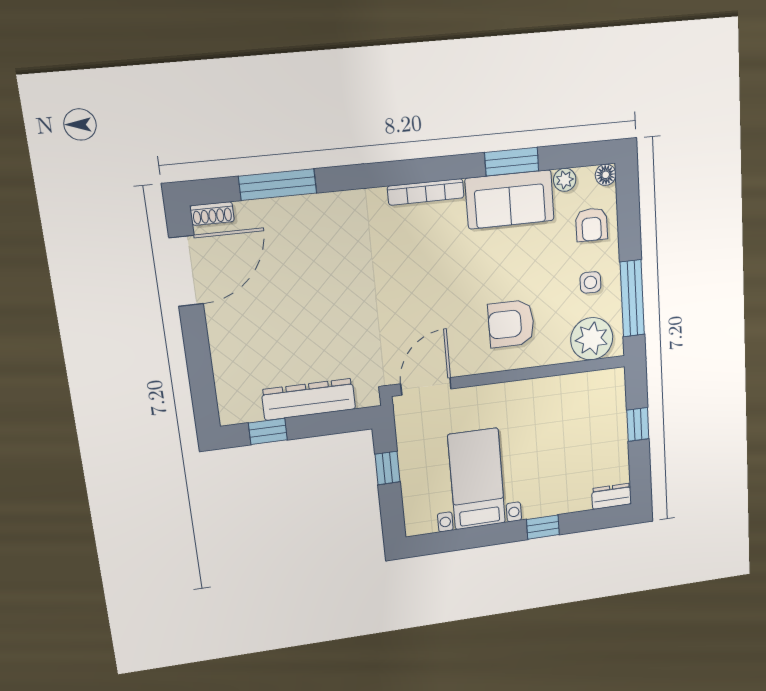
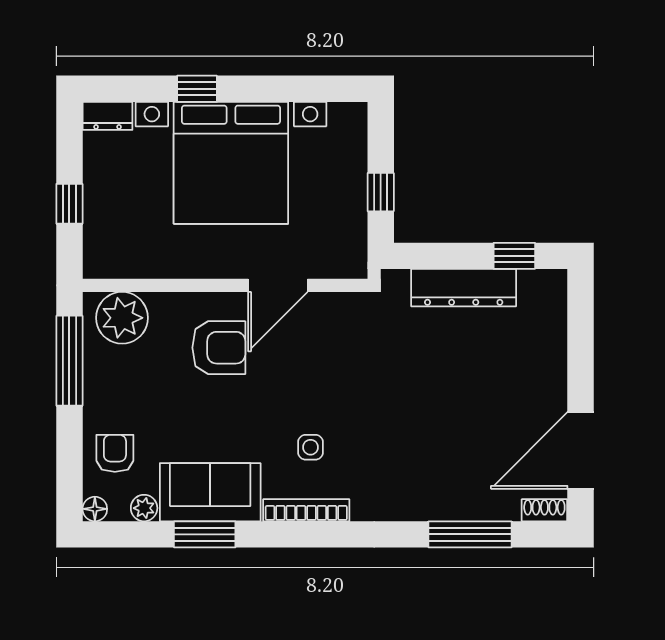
side table: (590, 282) -> (310, 447), moved
door: (426, 386) -> (278, 285), moved
bed with nightstands: (477, 479) -> (231, 163), width x1.85

